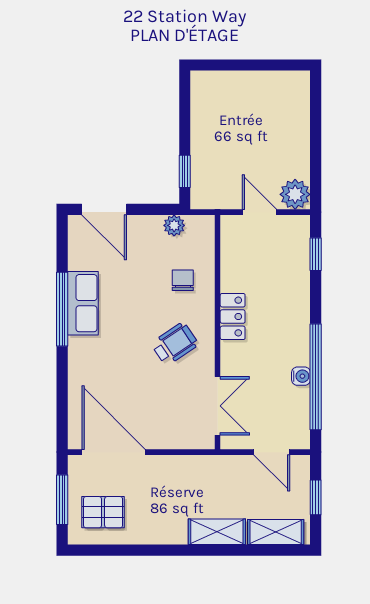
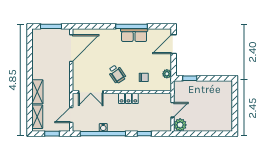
window: (316, 254) -> (144, 134), moved
pallet: (103, 512) -> (46, 44), removed

